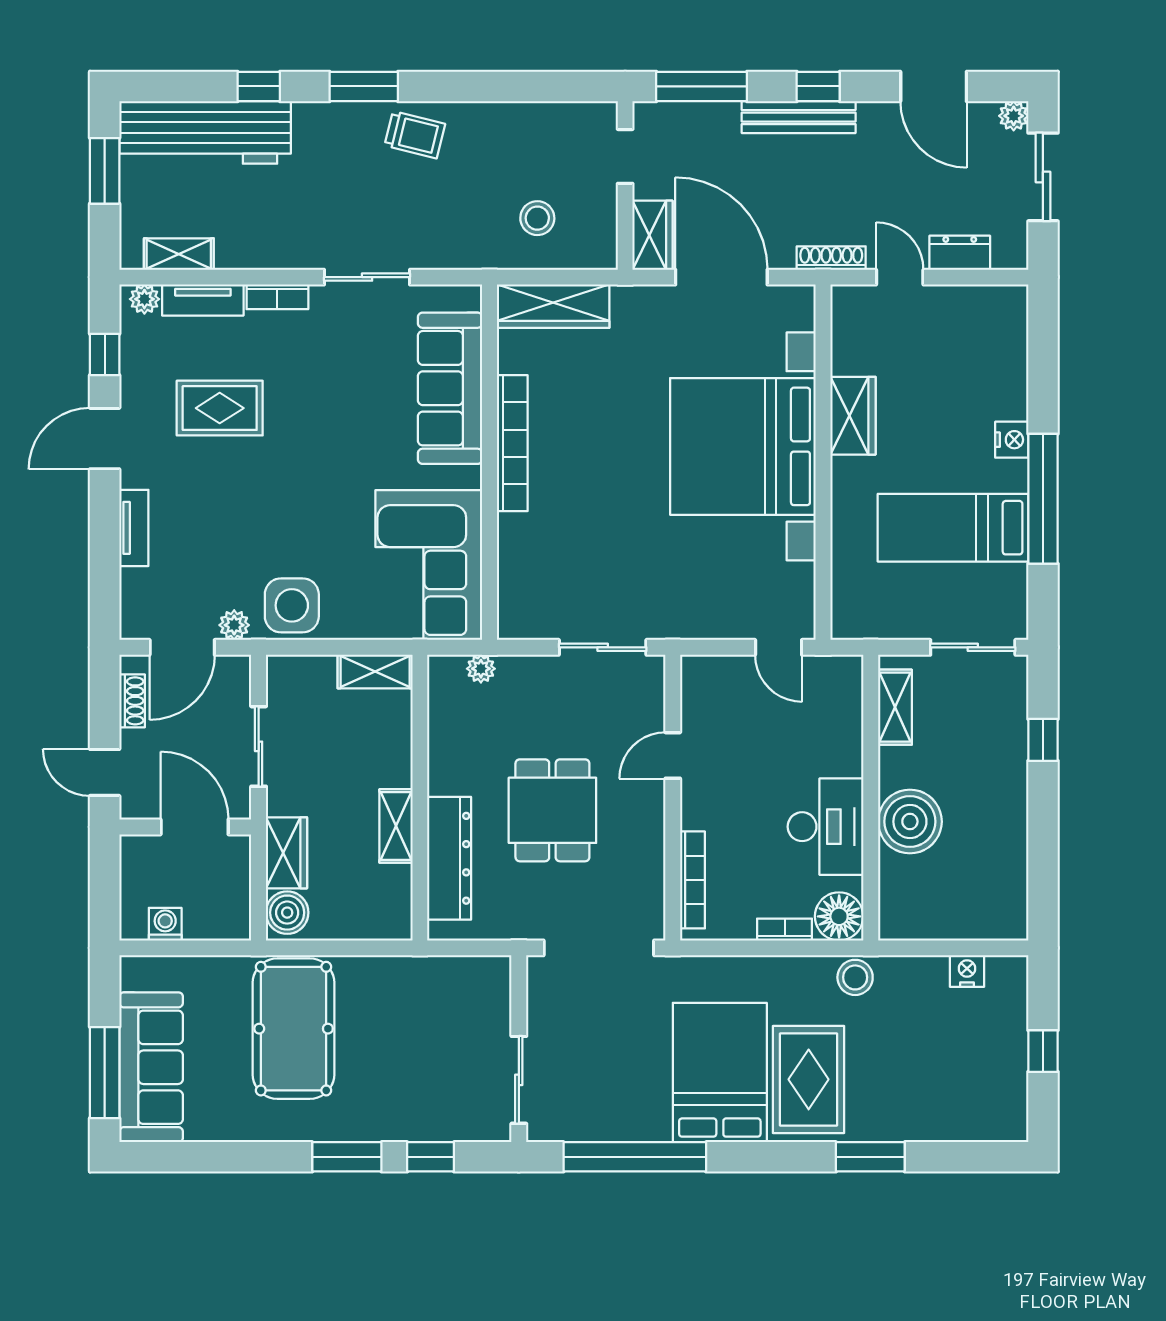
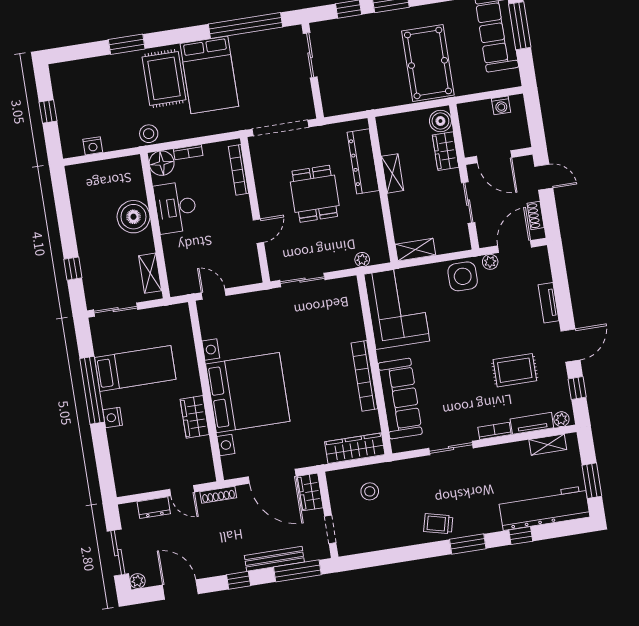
bench: (799, 117) -> (274, 559), moved

